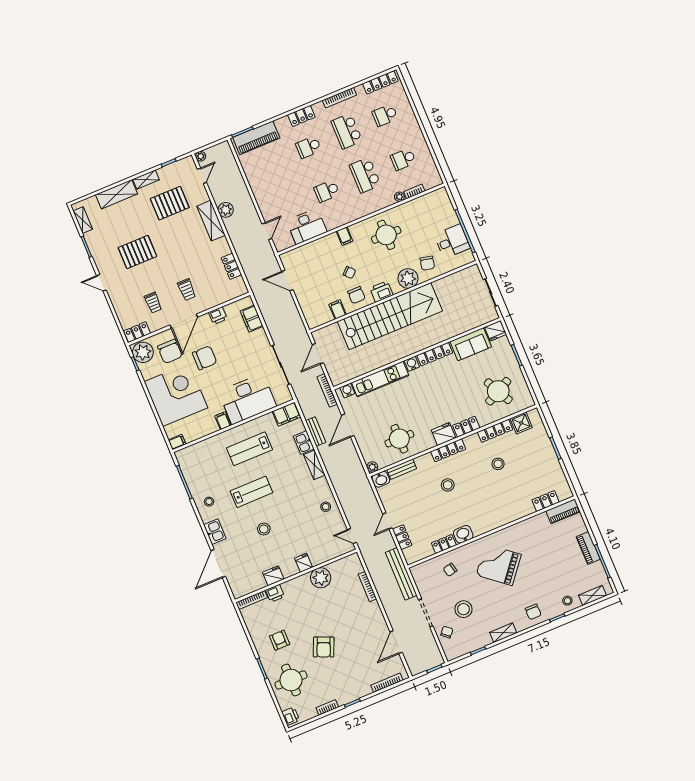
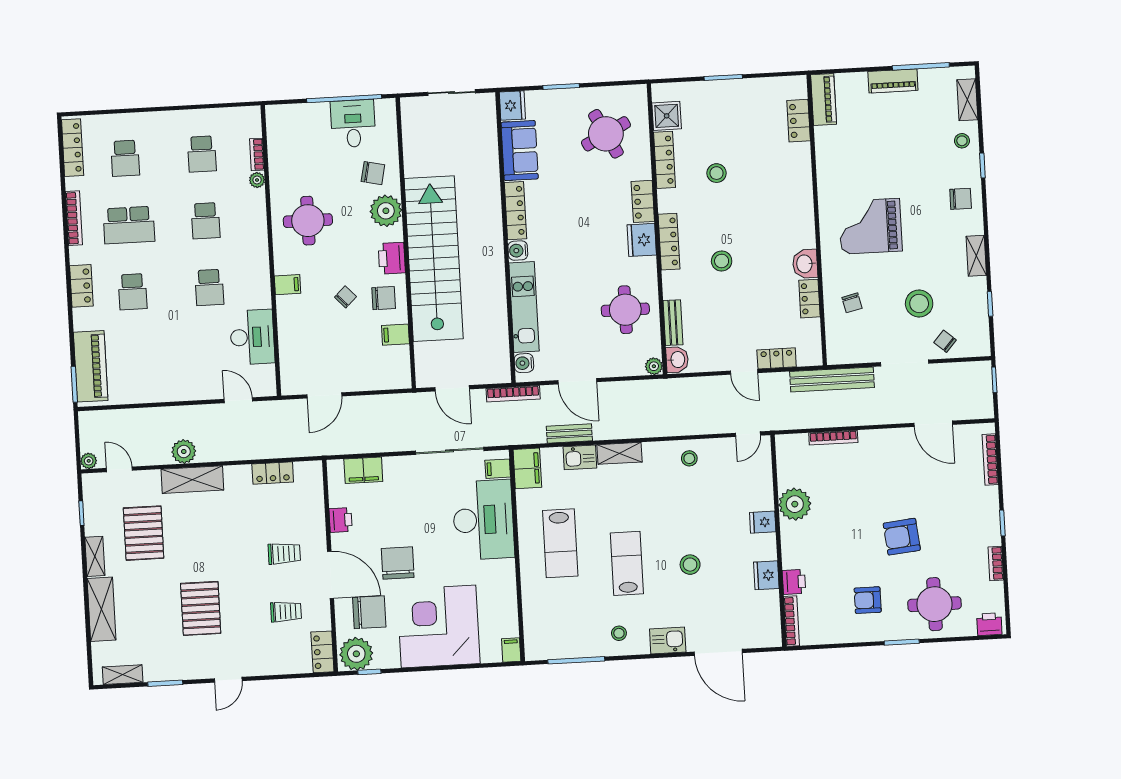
school desk: (365, 175) -> (206, 221), width x0.54
filing cabinet: (223, 421) -> (498, 469), moved
grand piano: (499, 565) -> (870, 226), turned 51
armchair: (324, 647) -> (902, 537), turned 151

